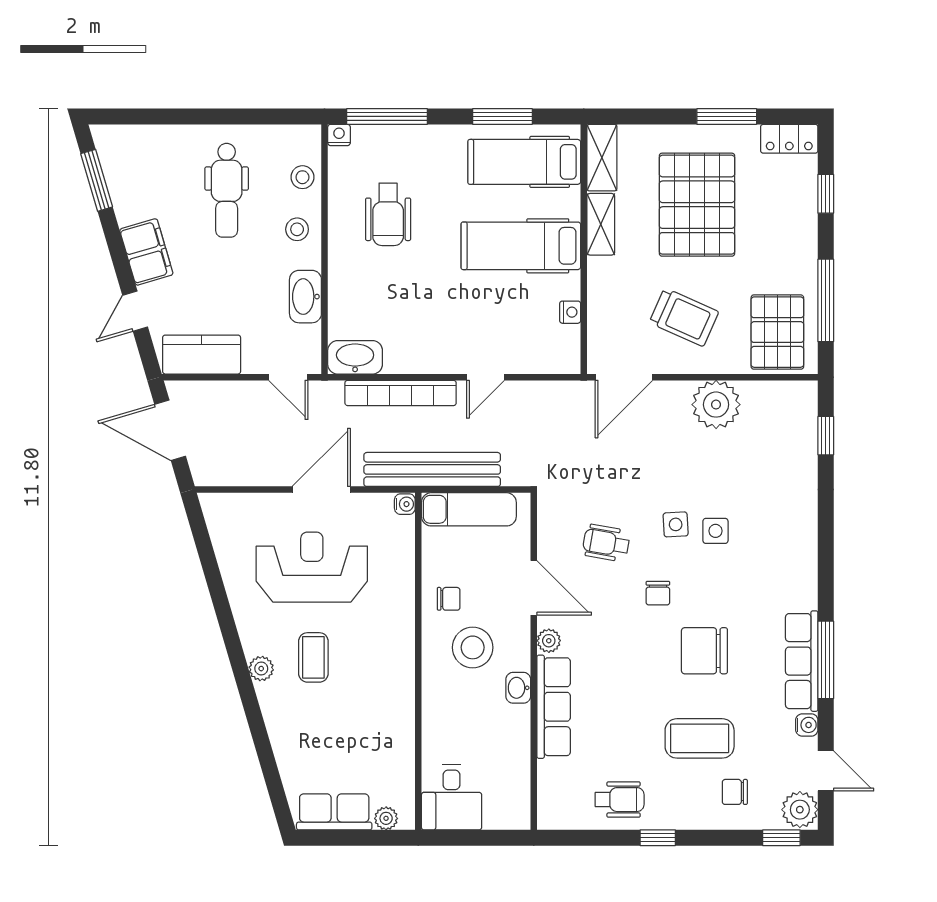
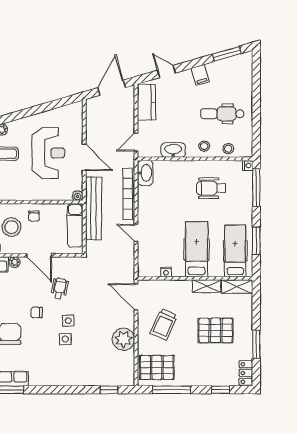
pallet: (697, 205) -> (216, 330), width x0.73, depth x0.71
filing cabinet: (146, 252) -> (200, 75), width x0.50
door: (534, 588) -> (39, 255), hinge flipped

